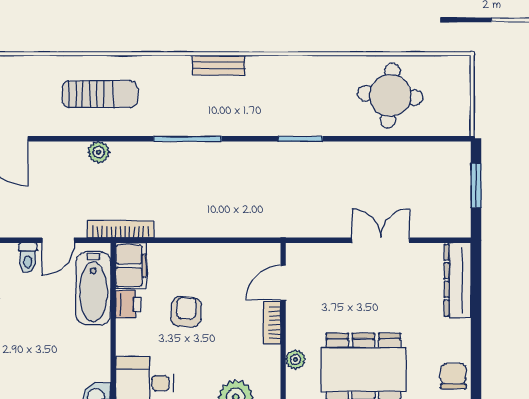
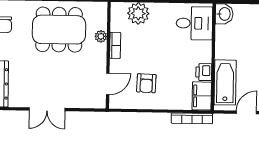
bookcase: (121, 229) -> (192, 118), moved
armchair: (186, 312) -> (146, 83), moved
bookcase: (272, 323) -> (115, 45), moved

